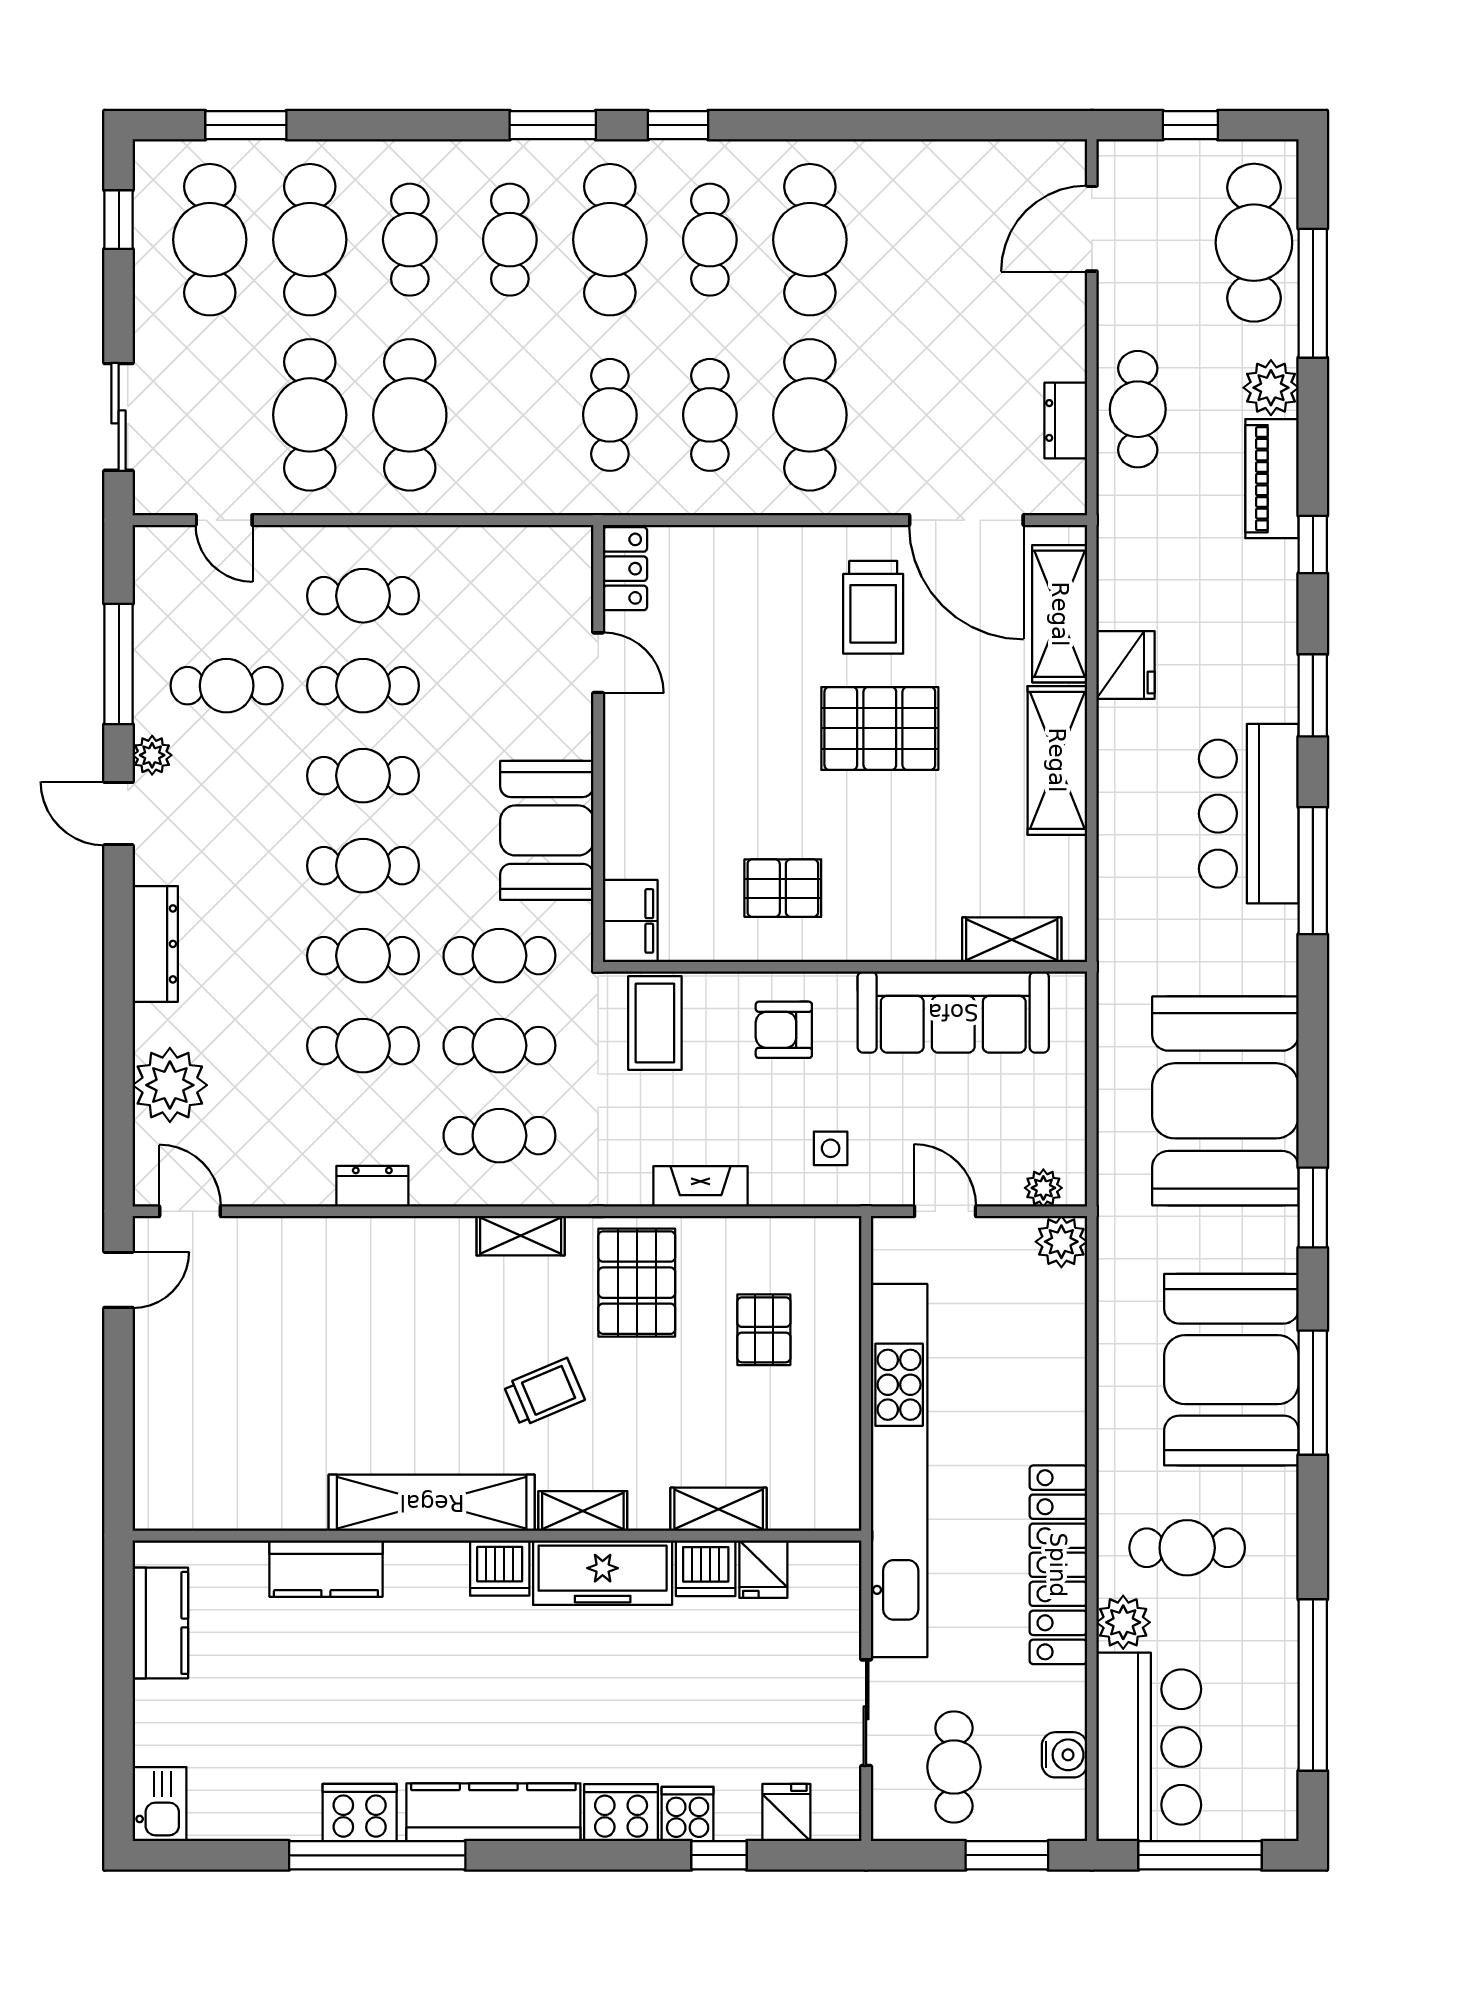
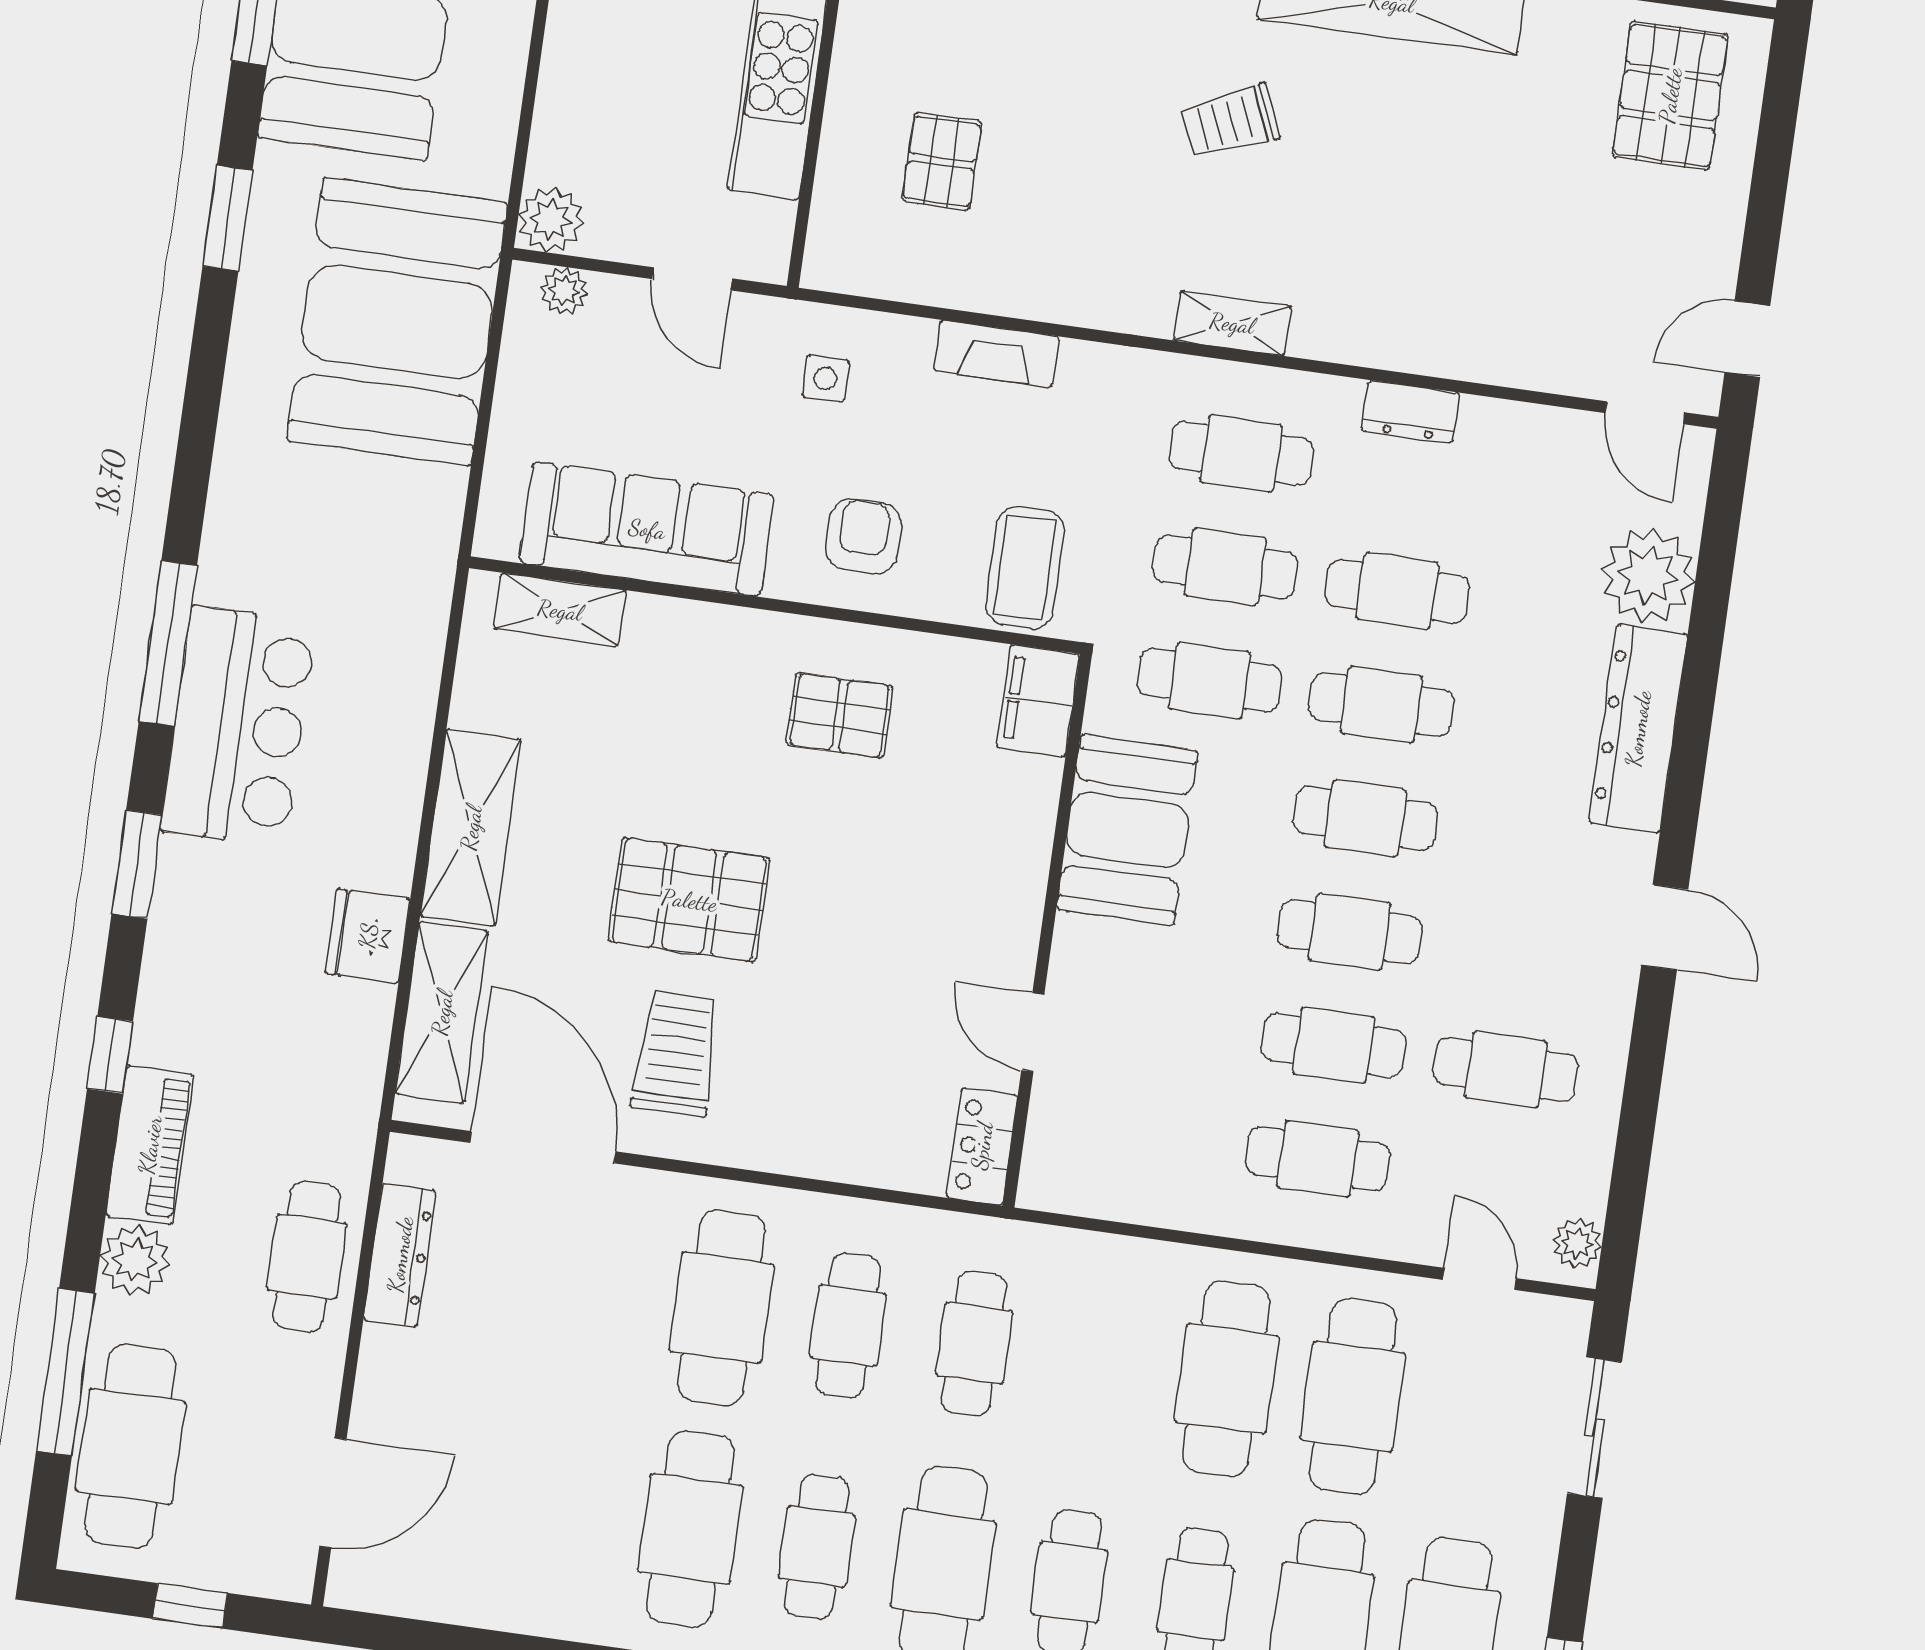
dresser: (1066, 420) -> (400, 1255), width x1.44
window: (119, 664) -> (1638, 1116), removed
plant: (152, 755) -> (1577, 1243), moved
dresser: (155, 944) -> (1638, 729), width x1.37, depth x1.24
armchair: (784, 1030) -> (863, 536), turned -90
booth: (1225, 1101) -> (397, 322), moved
pallet: (637, 1283) -> (1670, 96), moved

